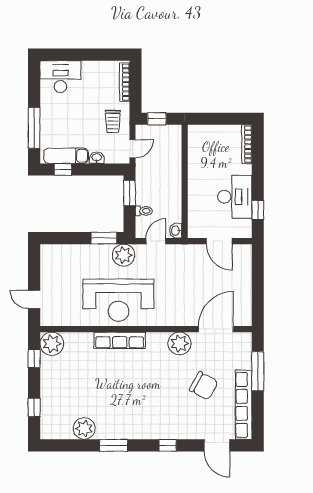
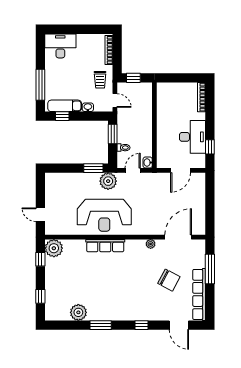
door: (133, 149) -> (115, 100), hinge flipped
door: (219, 241) -> (181, 170), hinge flipped
plant: (180, 343) -> (151, 244), width x0.53, depth x0.53

